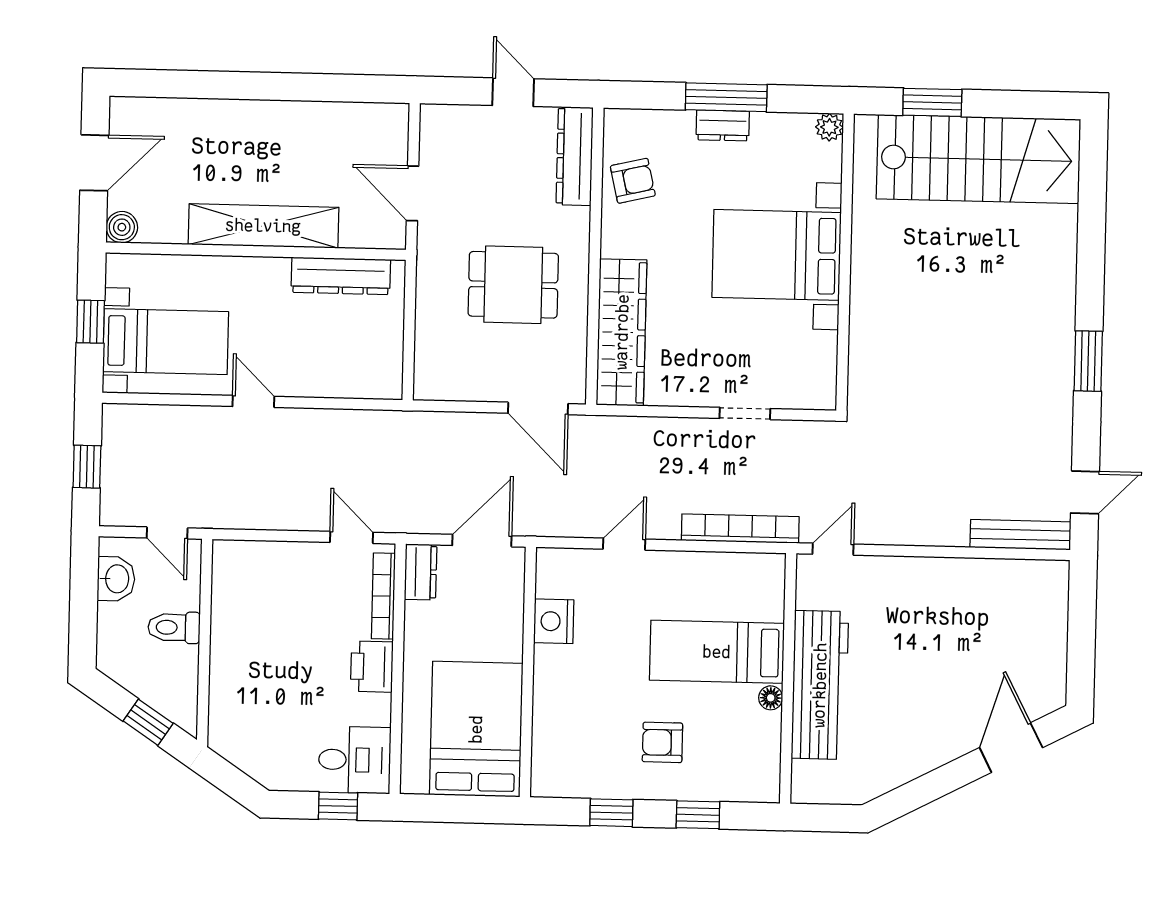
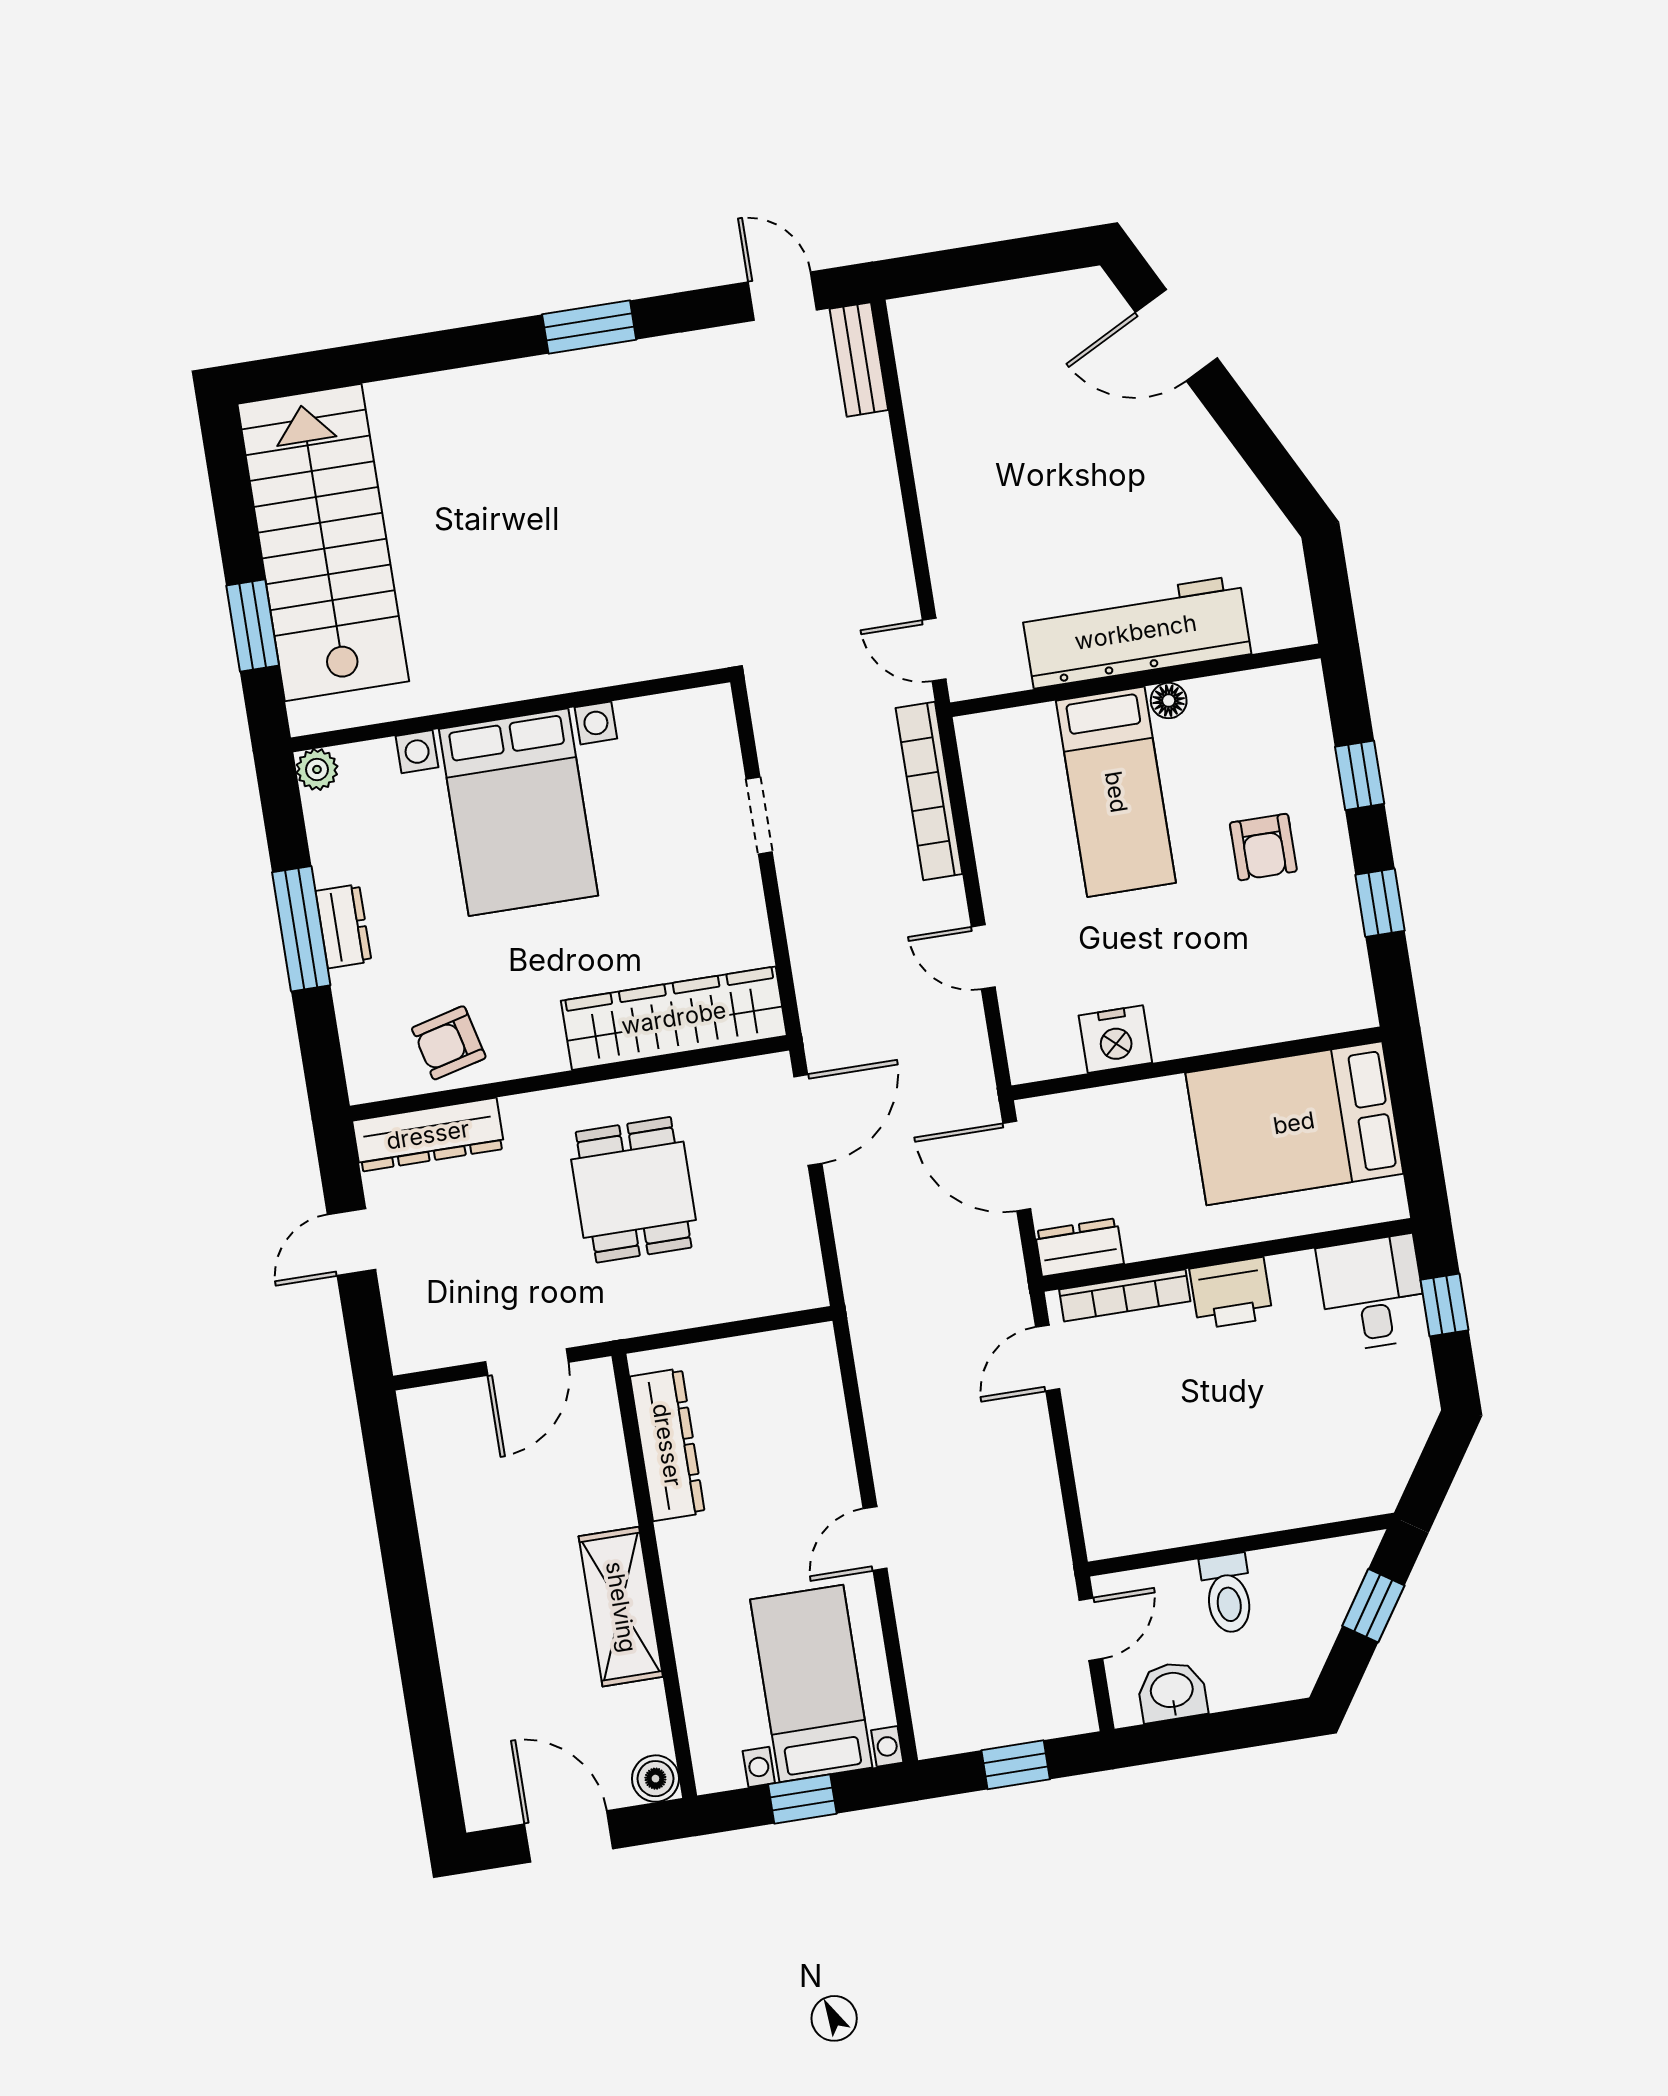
armchair: (633, 181) -> (449, 1043), turned -91
shelving: (263, 226) -> (621, 1607), width x0.68
bench: (1020, 535) -> (859, 359), width x0.73

